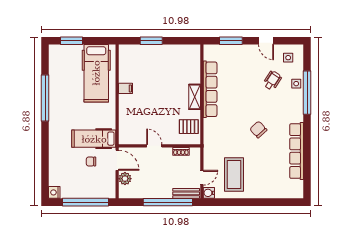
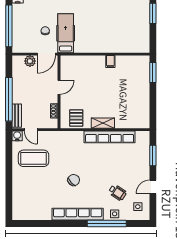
window: (151, 41) -> (153, 72), moved
hospital bed: (96, 73) -> (124, 35), removed
row of seats: (297, 151) -> (78, 214), moved

